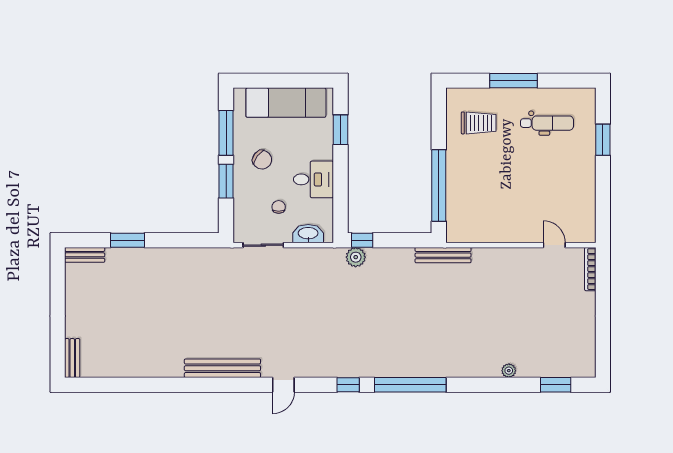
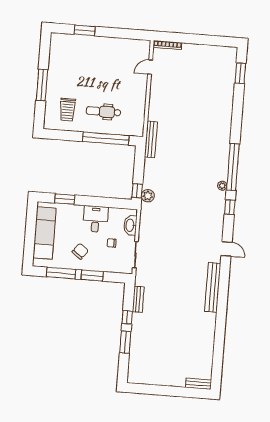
trolley: (479, 123) -> (67, 110), turned 180
dental chair: (547, 123) -> (104, 112), moved, turned -90
window: (166, 240) -> (127, 317), added
bench: (85, 255) -> (138, 299), moved
plant: (509, 371) -> (222, 186), moved

